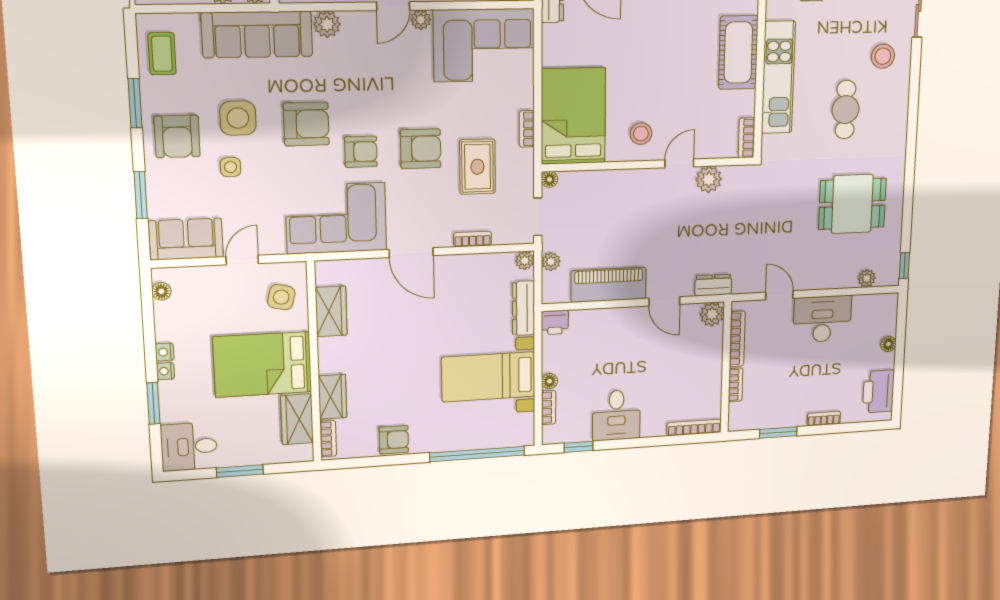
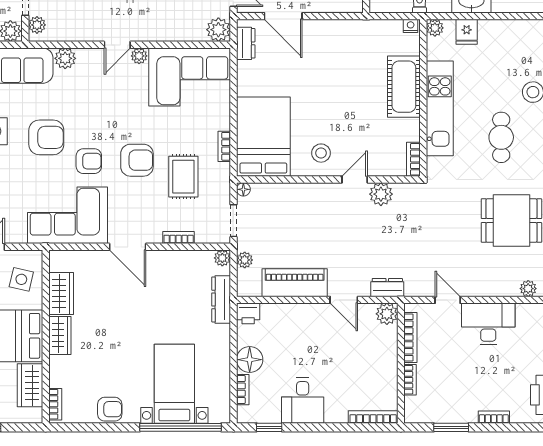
bed with nightstands: (488, 377) -> (174, 384), moved, turned 90
floor lamp: (549, 381) -> (250, 360), width x1.89, depth x1.89
wardrobe: (333, 397) -> (60, 335), moved

